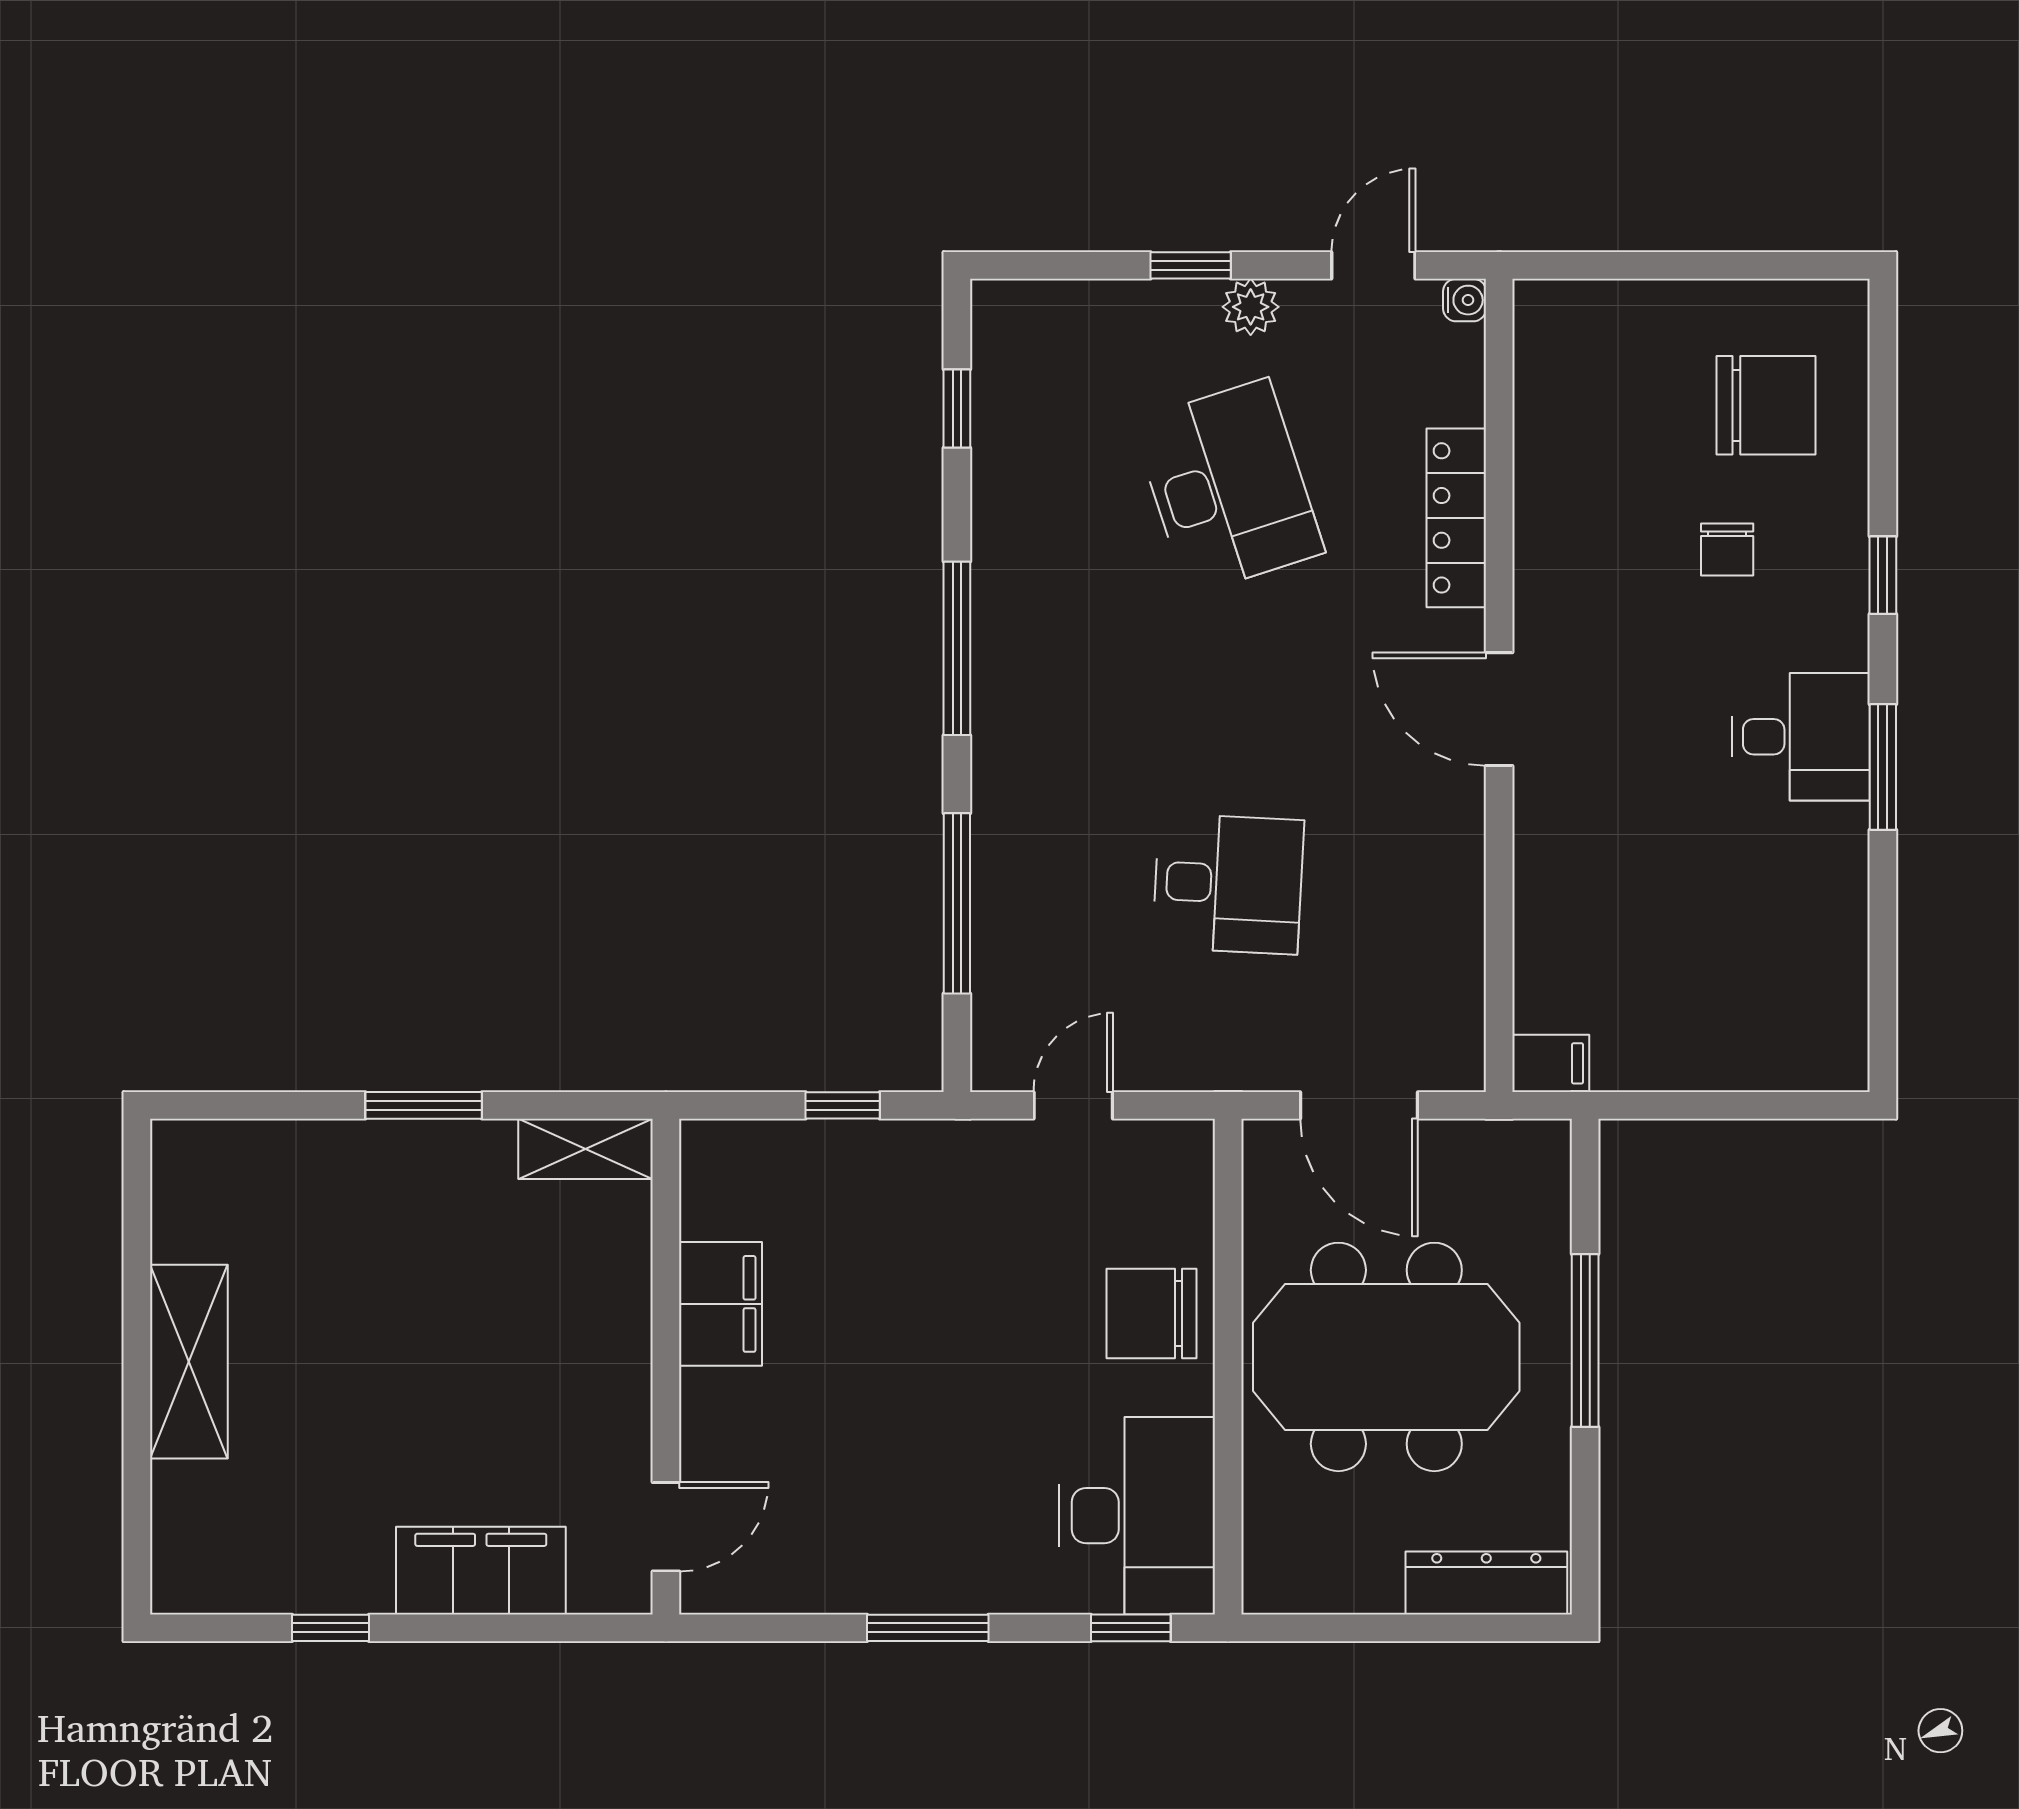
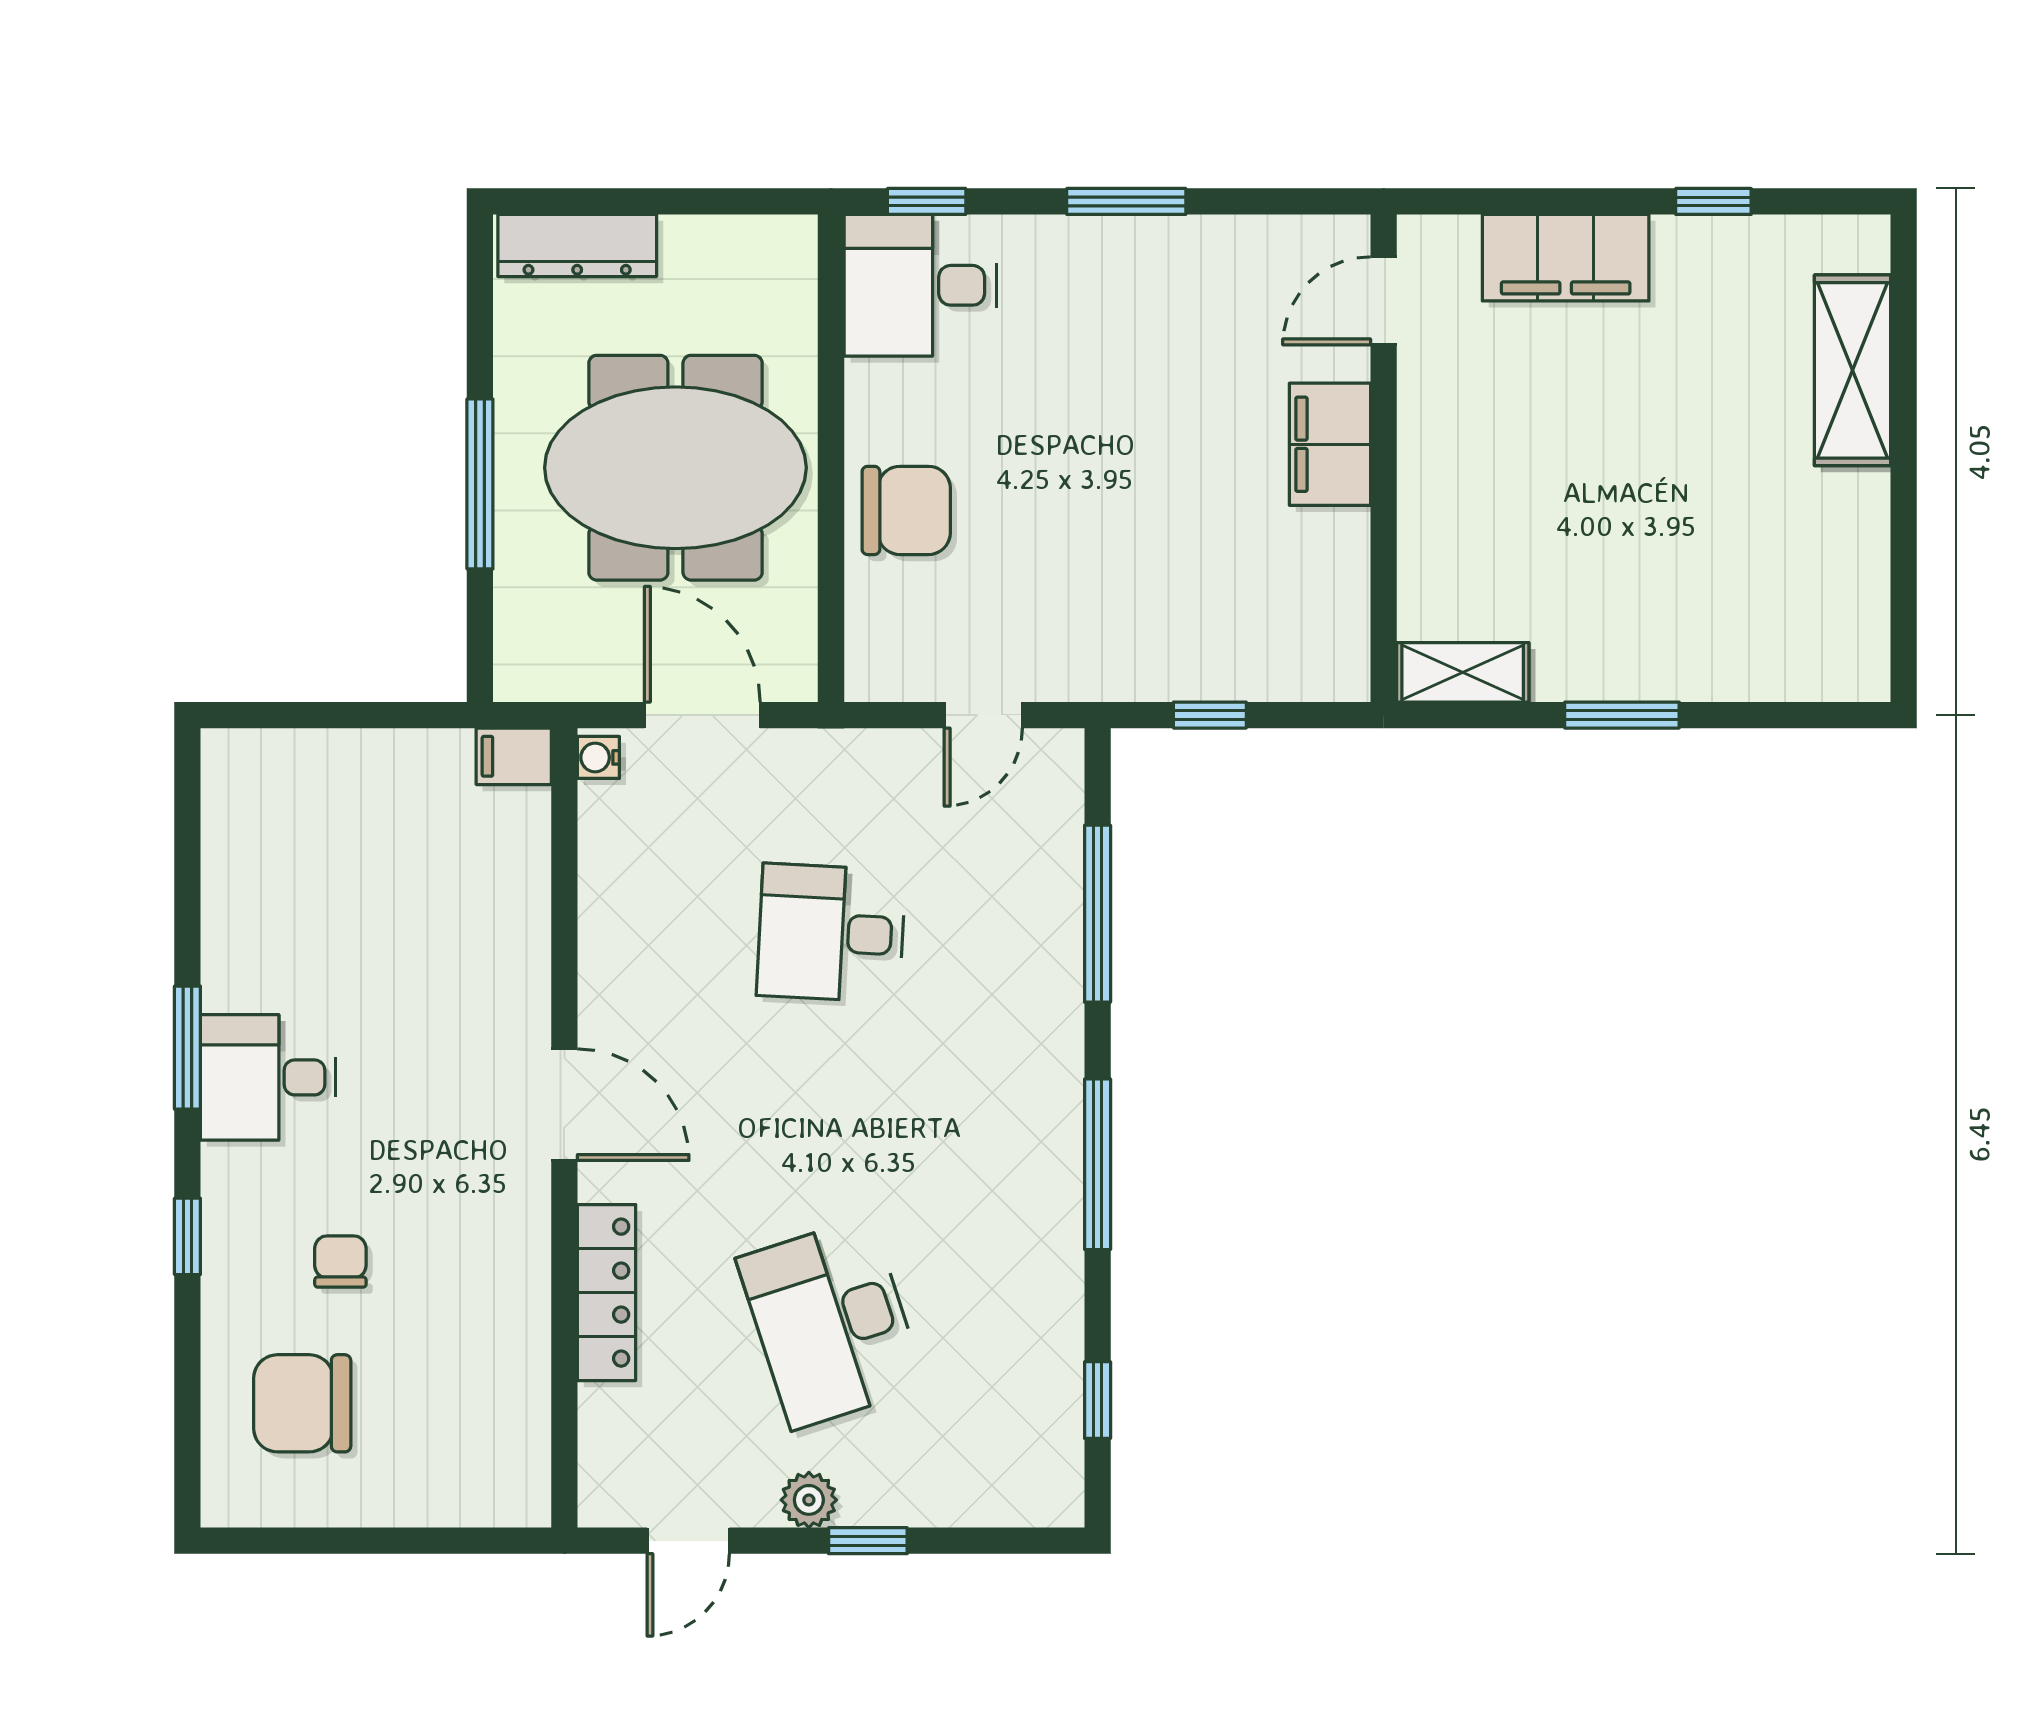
water cooler: (1465, 300) -> (598, 757), moved
filing cabinet: (721, 1304) -> (1330, 444), moved
shelving: (189, 1362) -> (1853, 370), moved
desk: (1137, 1516) -> (920, 285), width x0.73

